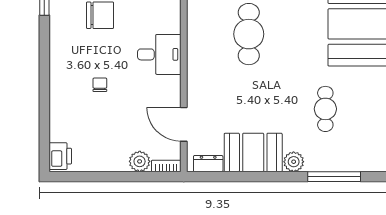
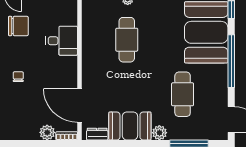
desk: (159, 54) -> (62, 41), moved
cafe table: (325, 109) -> (183, 94), width x1.37, depth x1.35
door: (184, 124) -> (79, 105), width x1.36

